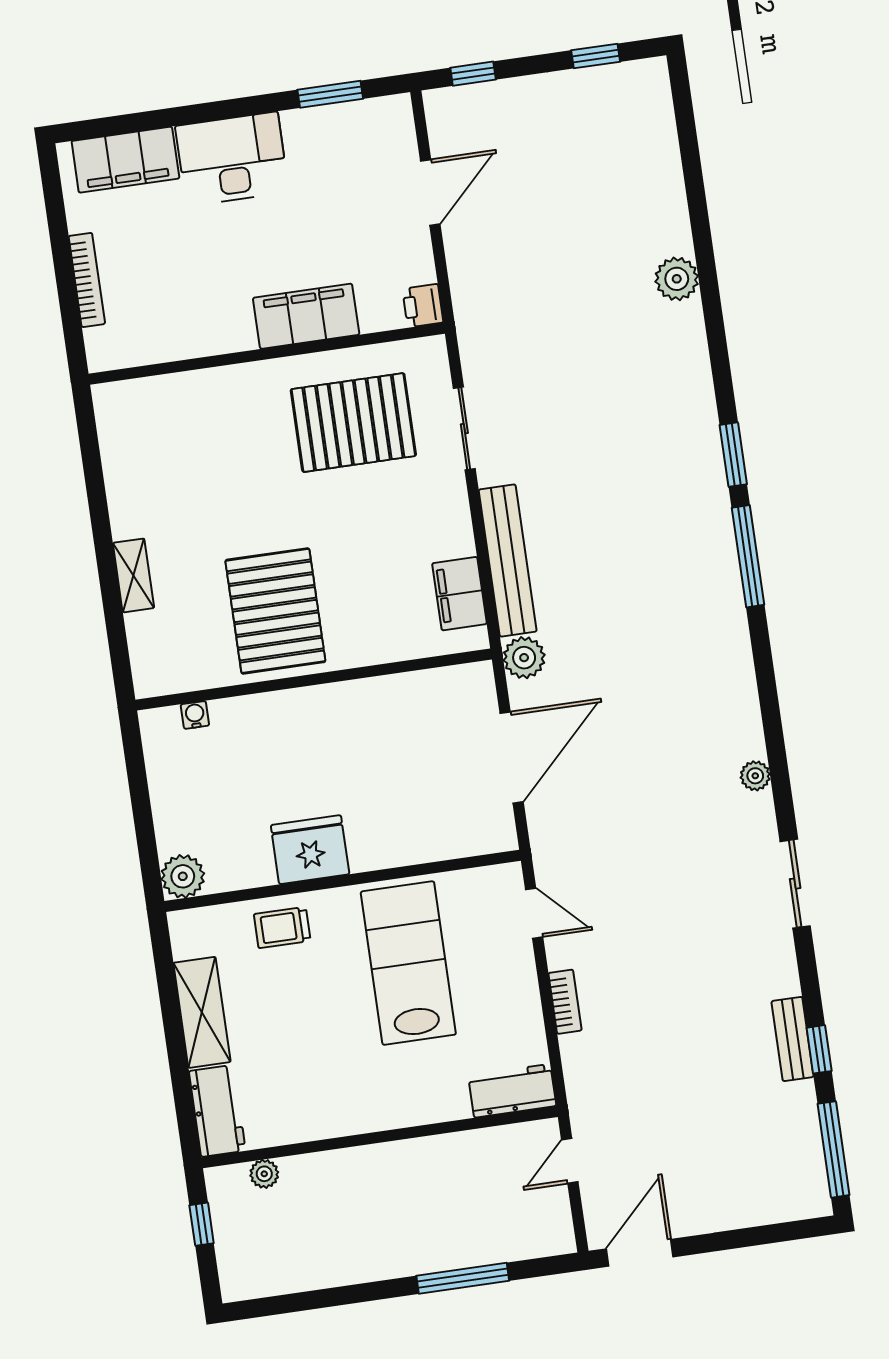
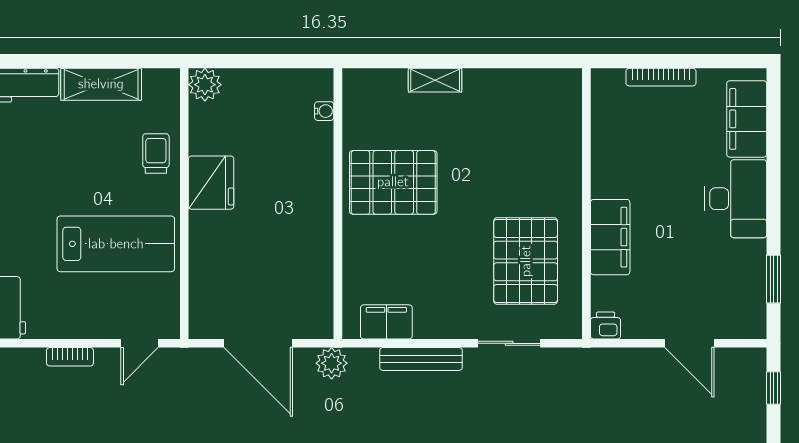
bench: (508, 561) -> (421, 359), width x0.73, depth x0.82

